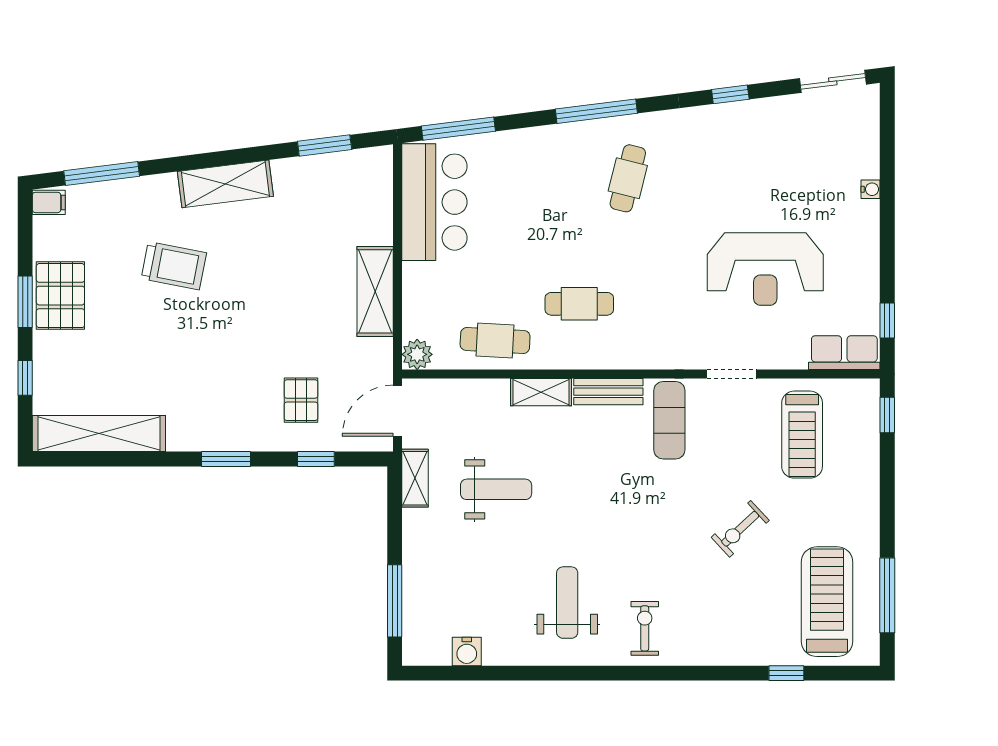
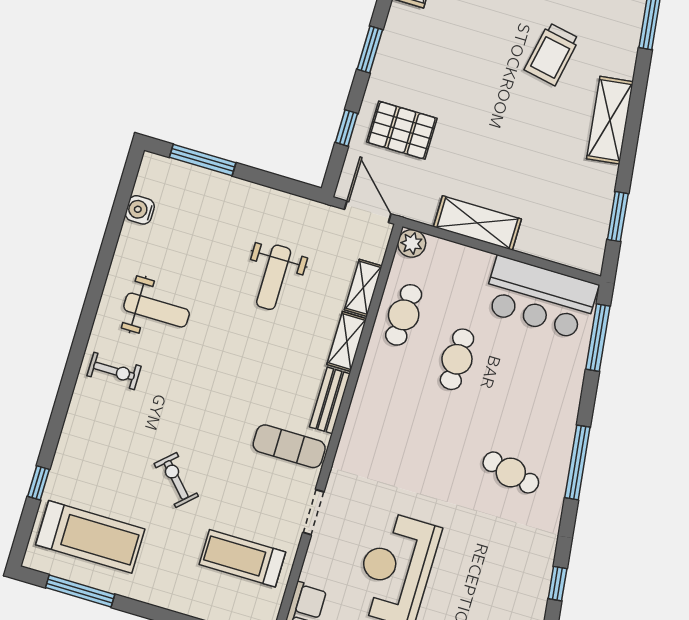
cafe table: (579, 304) -> (457, 359), moved
pallet: (301, 400) -> (402, 130), width x1.50, depth x1.42
shelving: (415, 478) -> (363, 288), moved, turned 90

